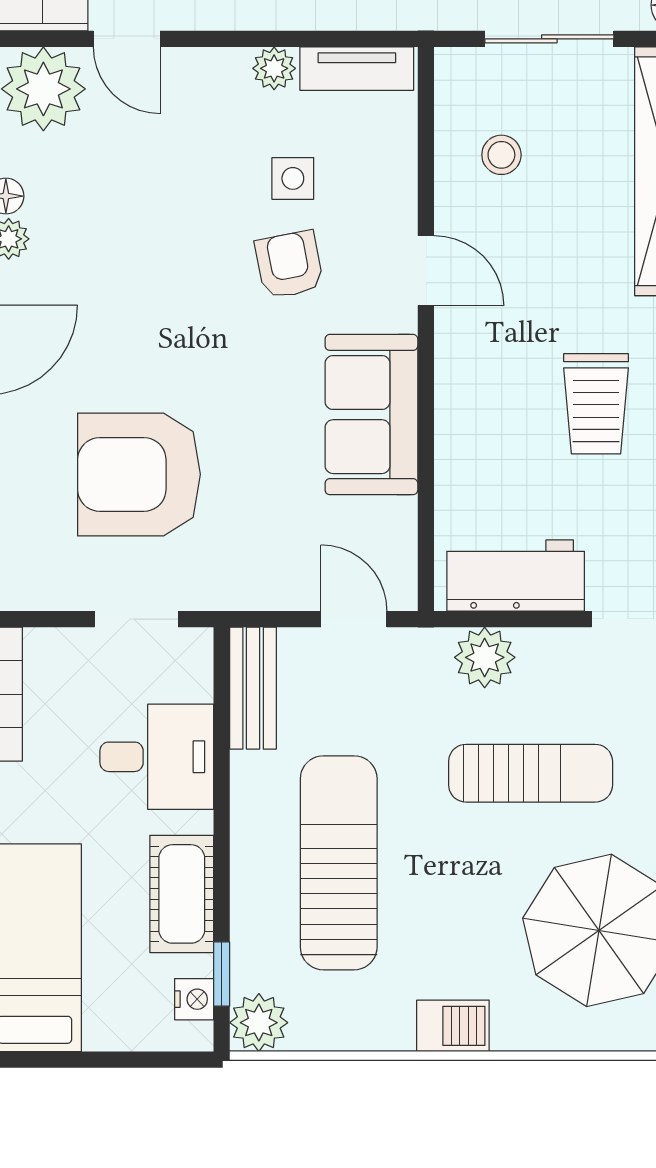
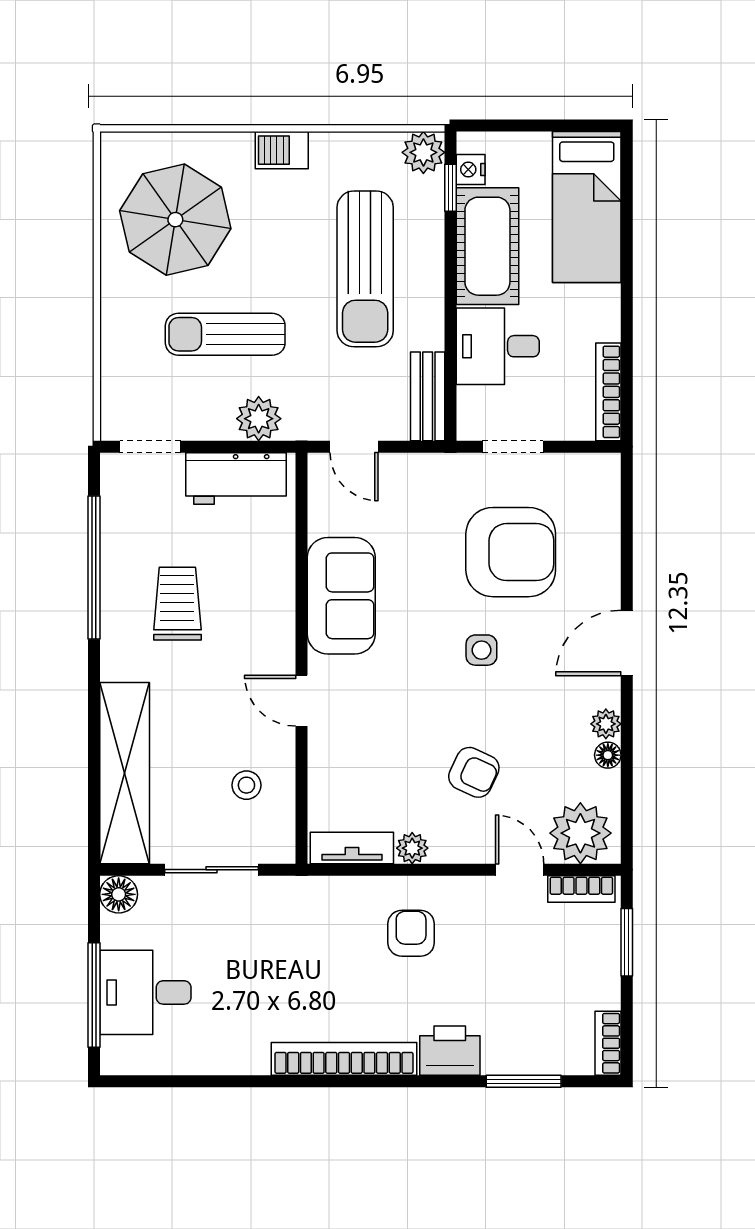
side table: (293, 178) -> (481, 650), moved
armchair: (289, 265) -> (474, 772), moved, turned -54
cot: (182, 894) -> (487, 246), width x1.37, depth x1.34

